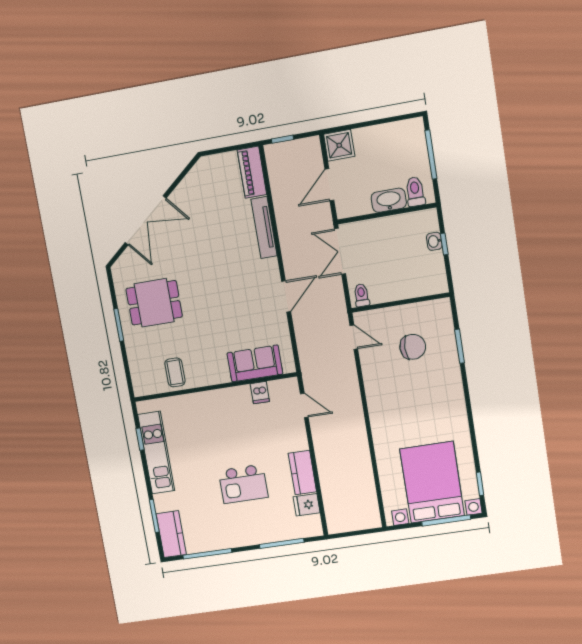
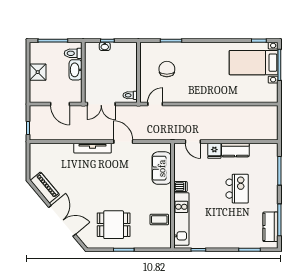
shower: (339, 145) -> (38, 72), moved
piano: (252, 172) -> (45, 187), moved, turned -130
tv unit: (264, 228) -> (93, 148), moved
dining table: (154, 303) -> (114, 225), turned 90
dishwasher: (260, 393) -> (180, 187), moved
door: (304, 405) -> (193, 142), swing flipped
kitchen unit: (156, 453) -> (181, 219), moved, turned 90
bed with nightstands: (432, 482) -> (254, 63), width x0.73
fridge: (307, 505) -> (214, 151), moved
kitchen counter: (171, 534) -> (271, 227), moved, turned -90

